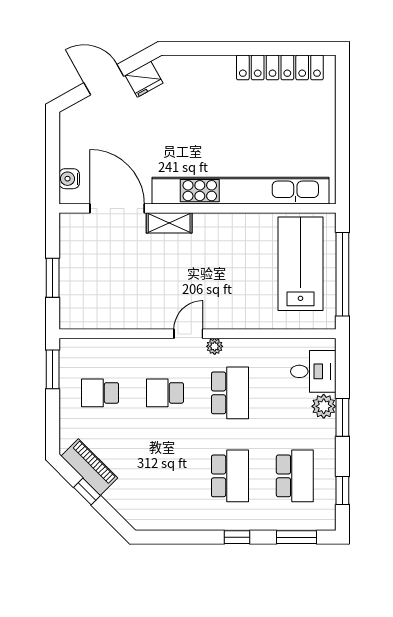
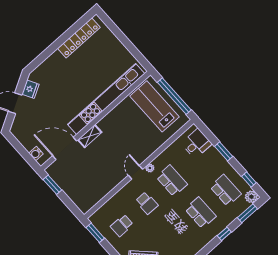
window: (53, 278) -> (52, 185), moved
school desk: (165, 393) -> (147, 203), turned -90
plant: (324, 406) -> (251, 197), moved

